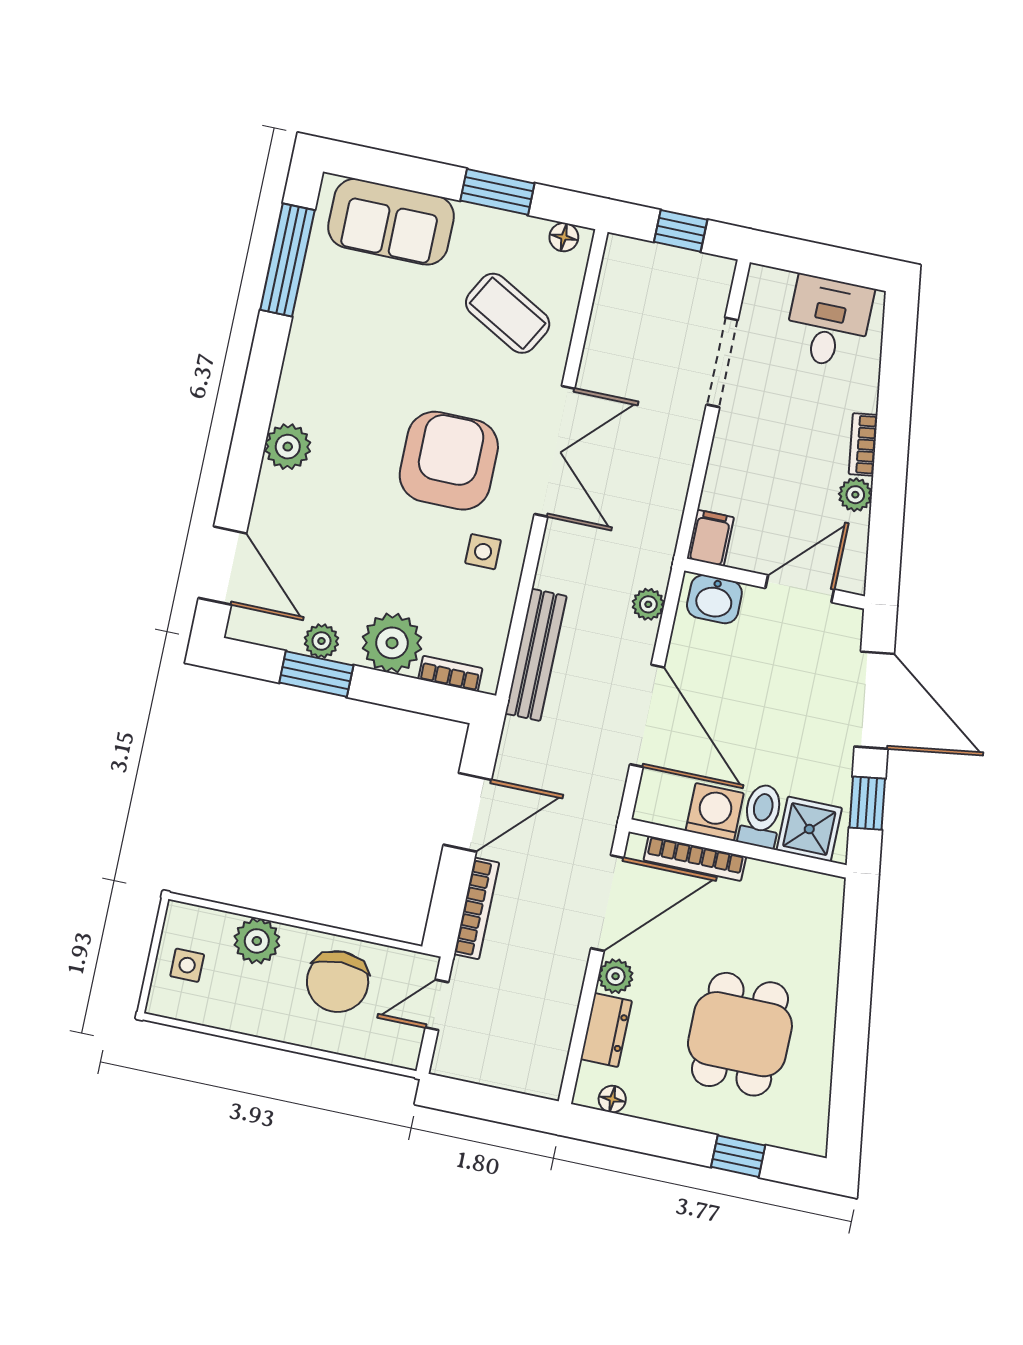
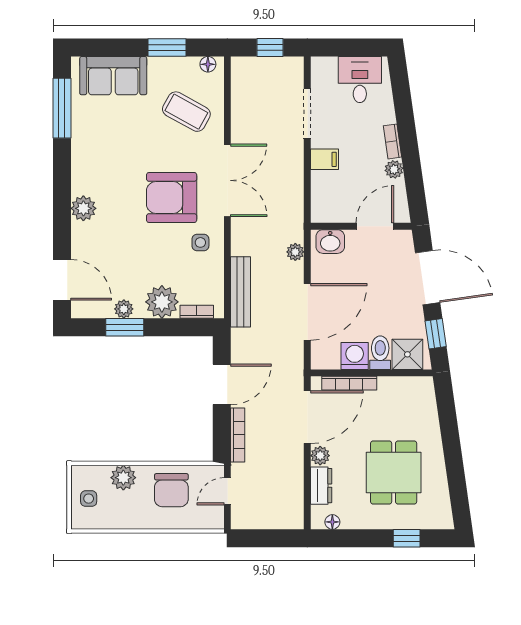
armchair: (449, 461) -> (172, 198), turned -90
filing cabinet: (710, 538) -> (324, 159), moved, turned 90
door: (647, 716) -> (307, 312), hinge flipped

